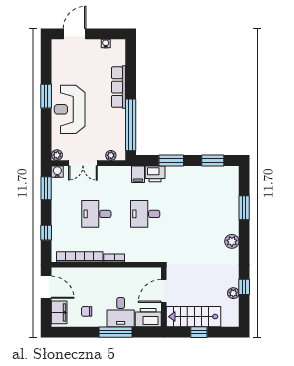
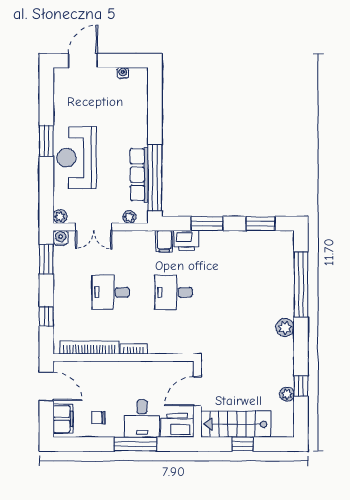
row of seats: (118, 87) -> (139, 175), moved
window: (244, 208) -> (301, 284), width x2.11

